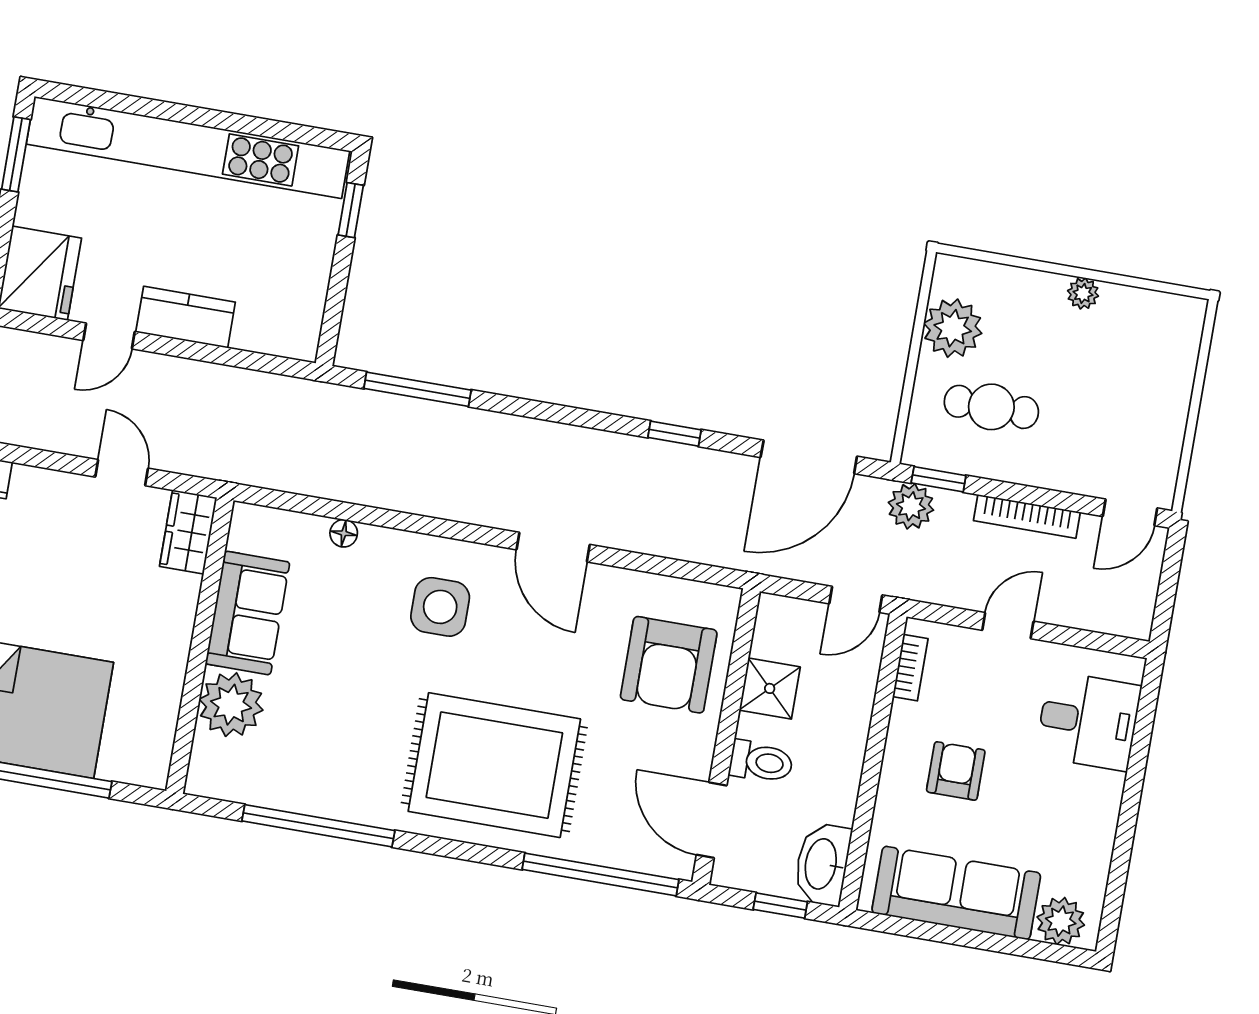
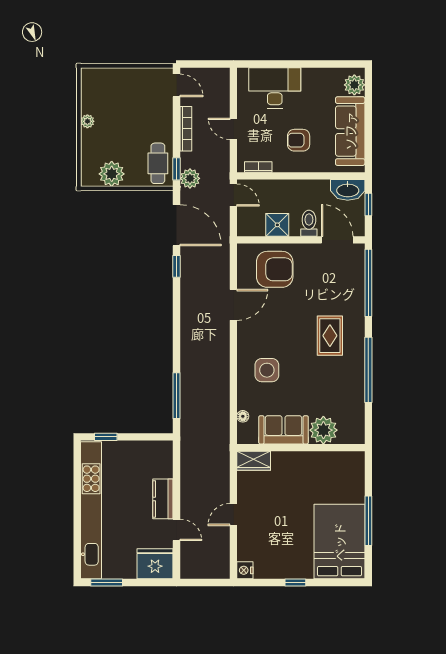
cafe table: (991, 407) -> (158, 163), moved
window: (674, 434) -> (177, 266), moved
wardrobe: (188, 532) -> (254, 461), moved
door: (553, 547) -> (233, 305), moved
sofa: (248, 613) -> (284, 430), moved
wall: (200, 646) -> (301, 448), moved
plant: (231, 705) -> (323, 430), moved
desk: (1088, 721) -> (275, 88), width x1.37
rug: (494, 765) -> (330, 336), width x0.54, depth x0.49
door: (712, 820) -> (337, 240), swing flipped
window: (318, 826) -> (368, 370), moved

